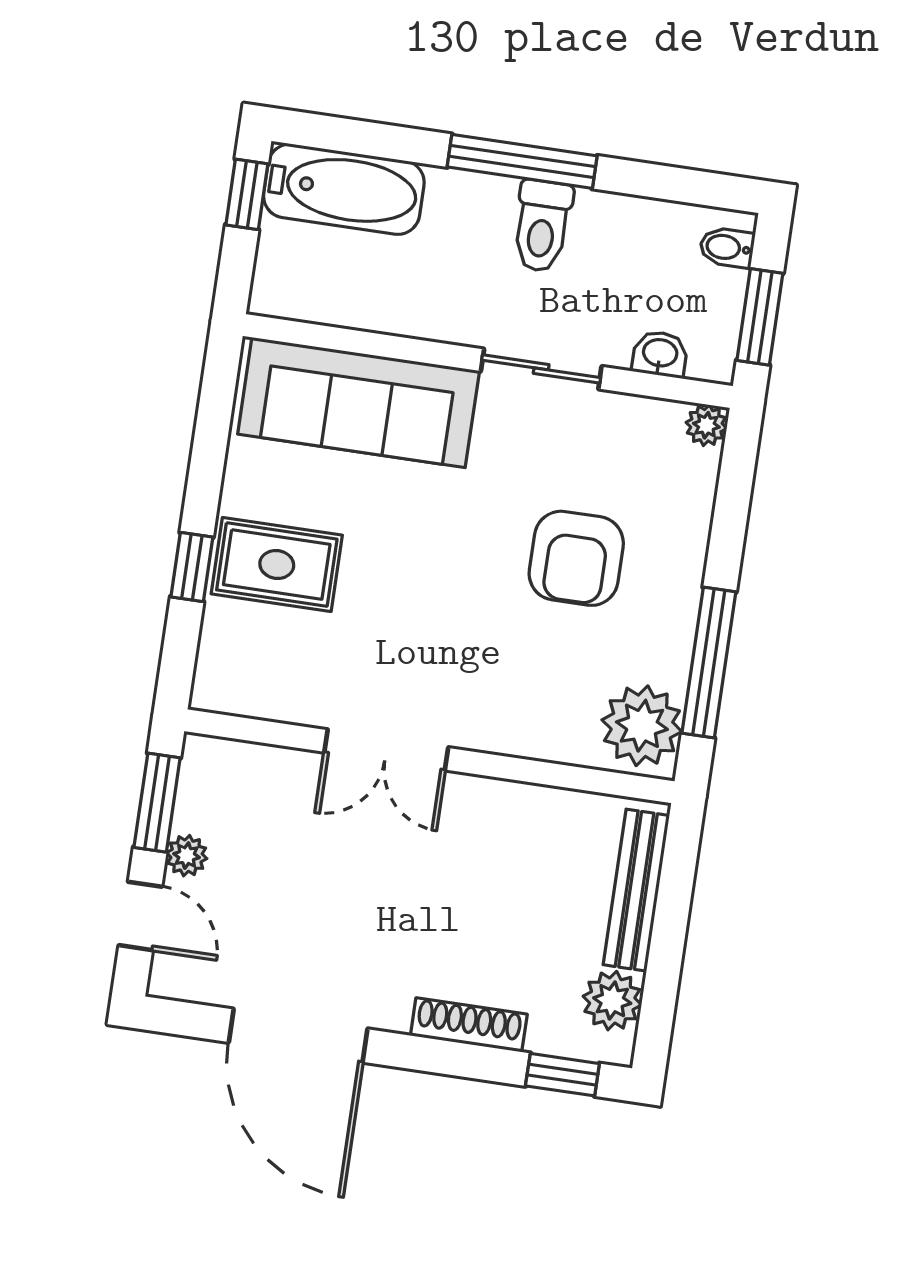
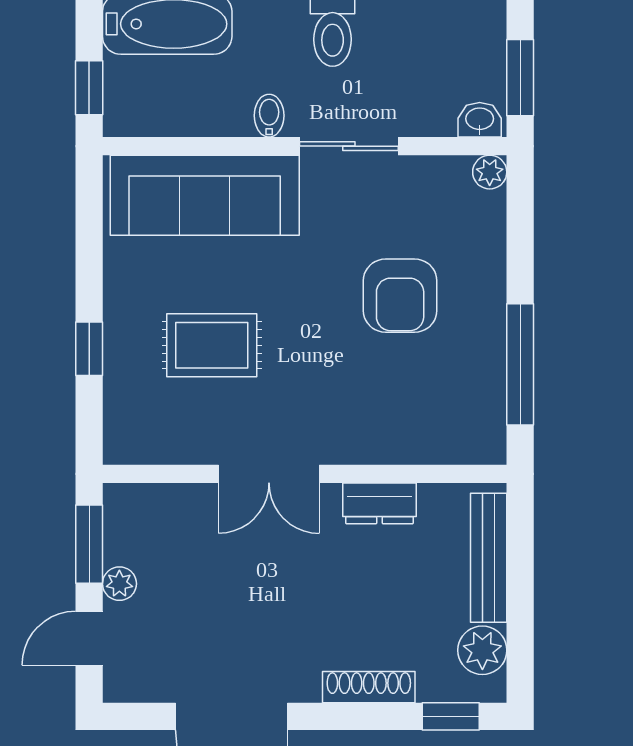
window: (247, 194) -> (89, 88), moved
bidet: (727, 247) -> (269, 116), moved, turned 90
washbasin: (660, 354) -> (480, 120), moved
rug: (277, 565) -> (212, 345), moved
plant: (642, 726) -> (473, 424), removed
dresser: (514, 805) -> (379, 503), added
door: (140, 916) -> (89, 638), swing flipped

